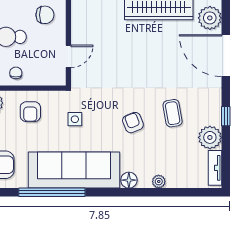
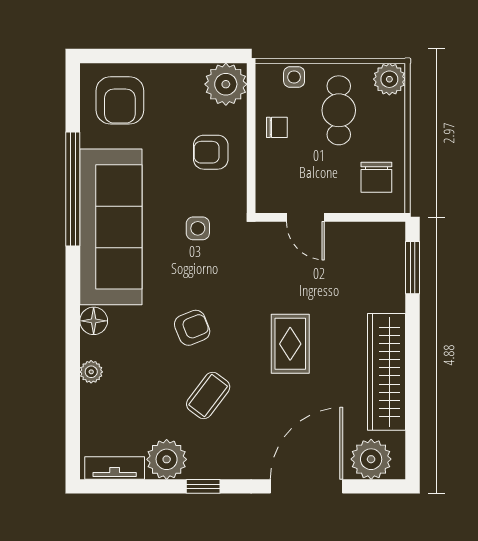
rug: (142, 65) -> (290, 344), added
coffee table: (173, 113) -> (208, 396), turned -43

